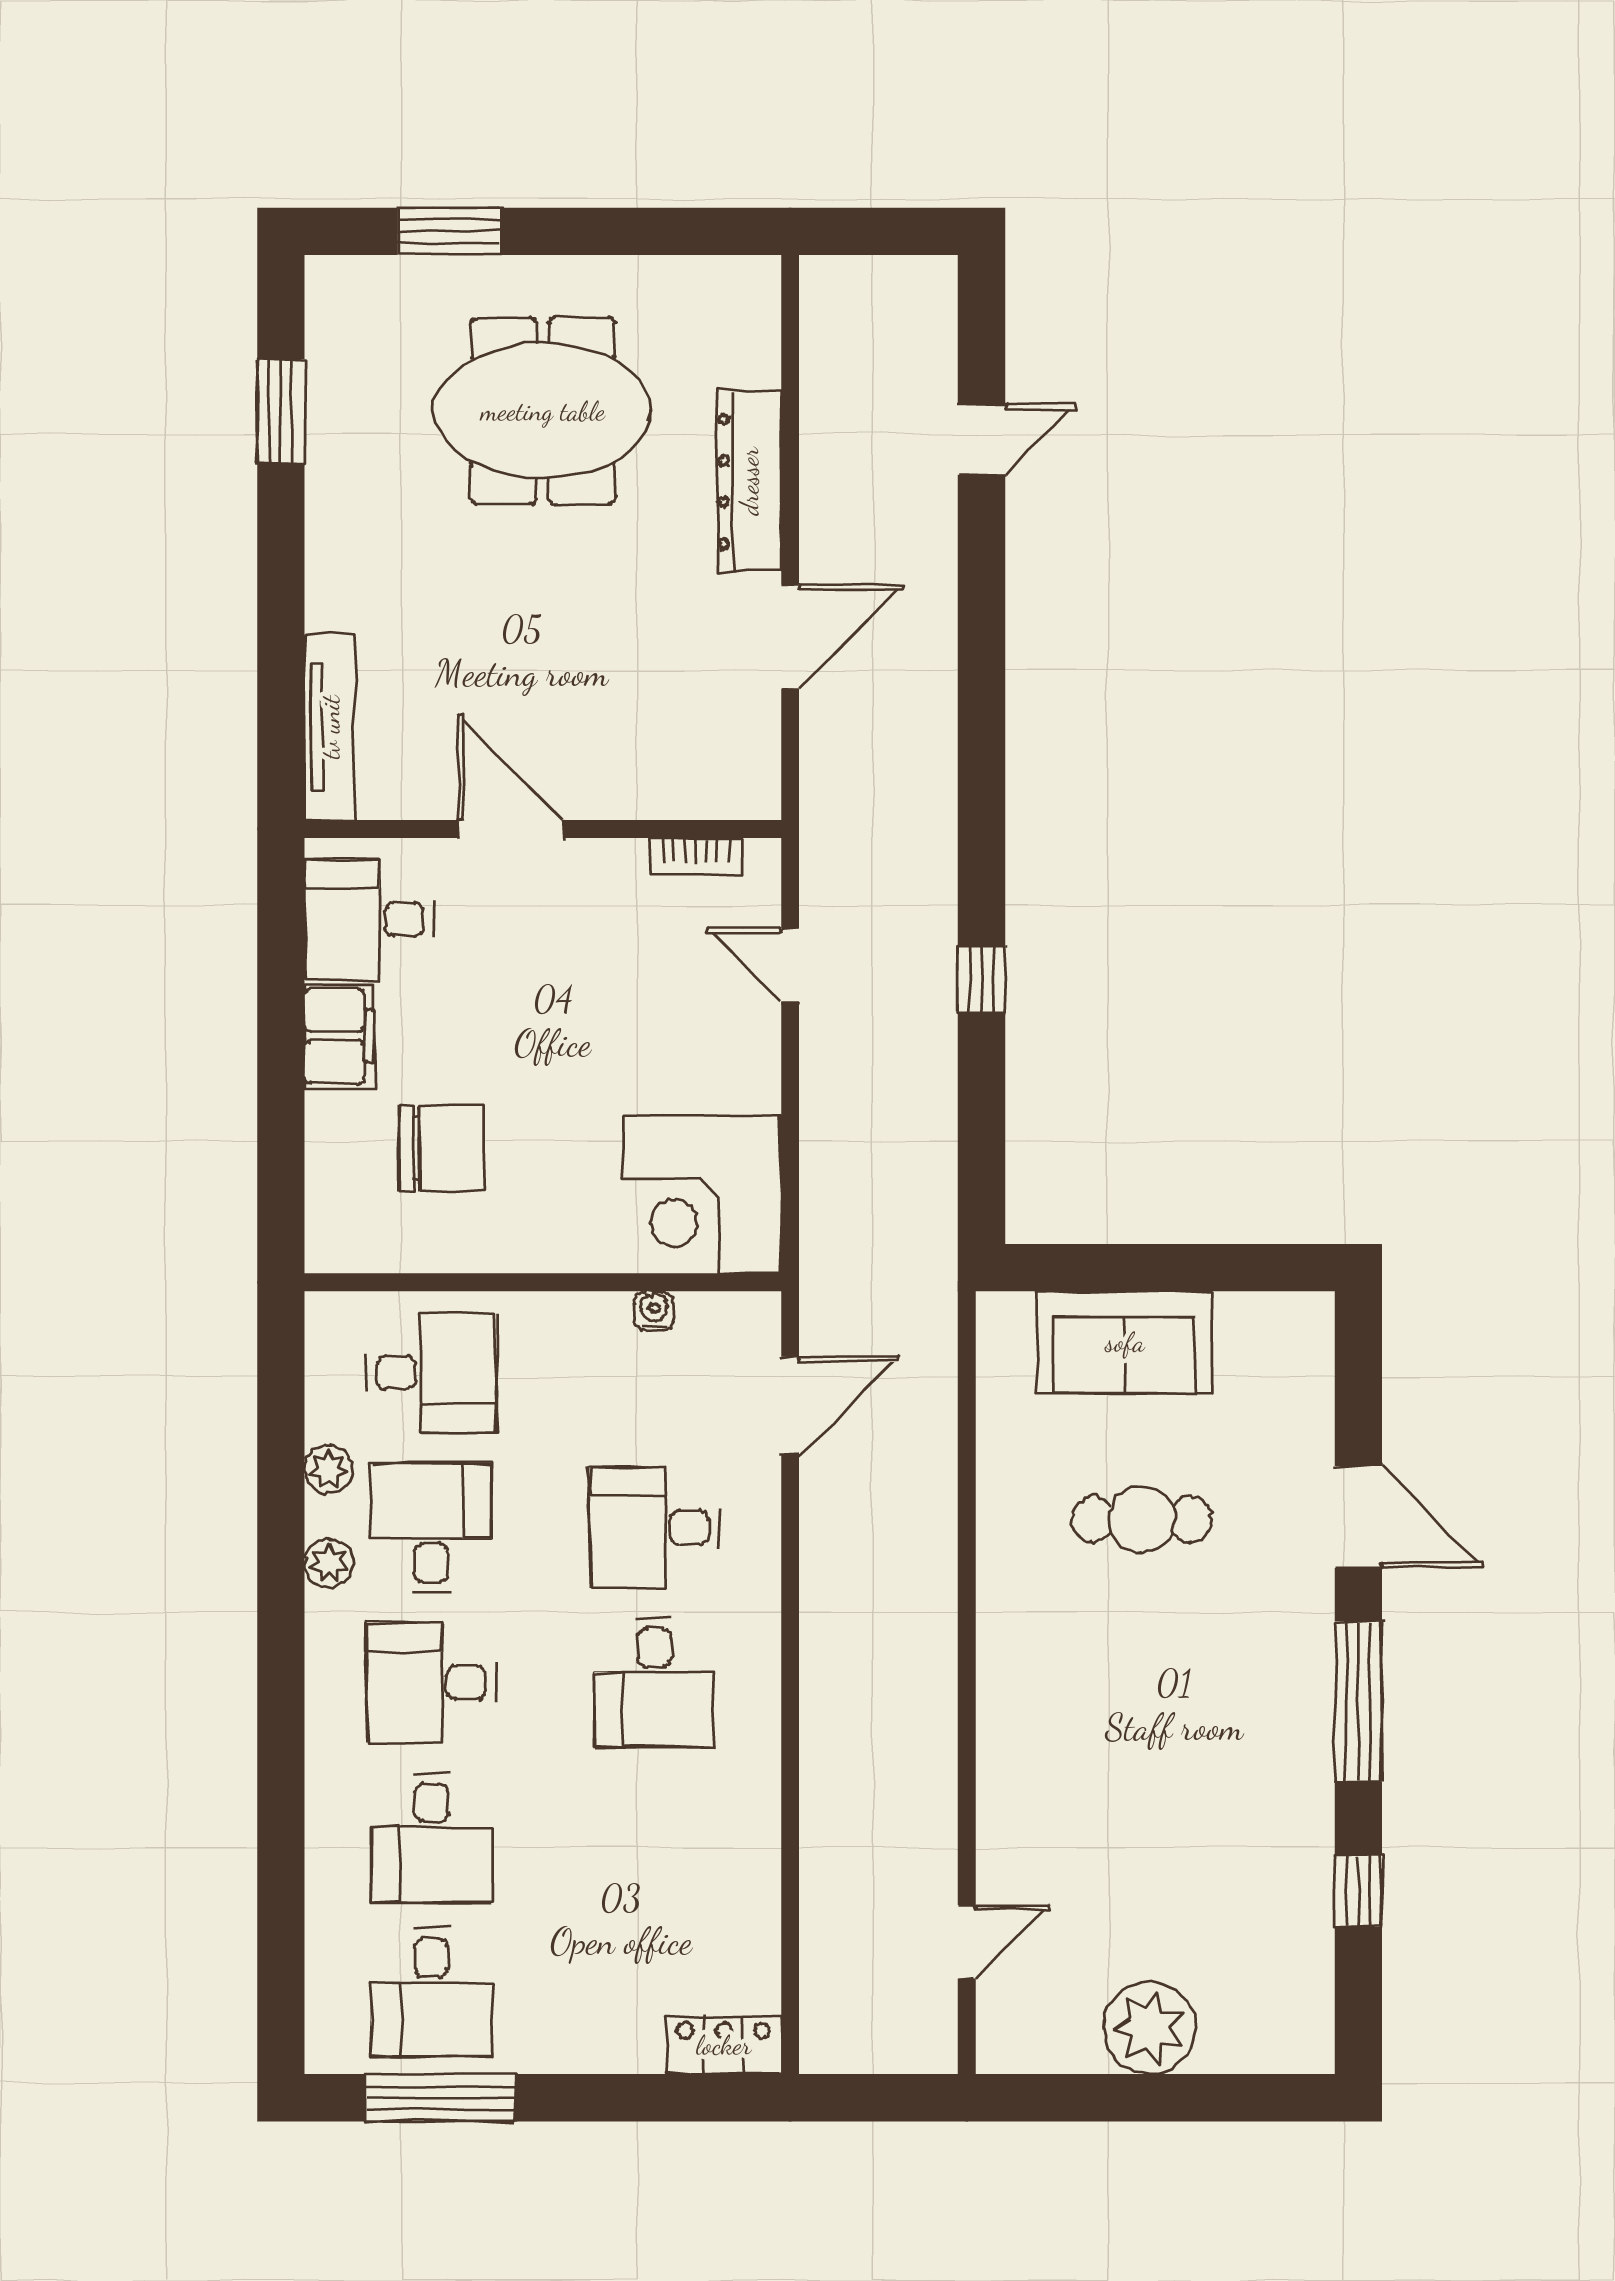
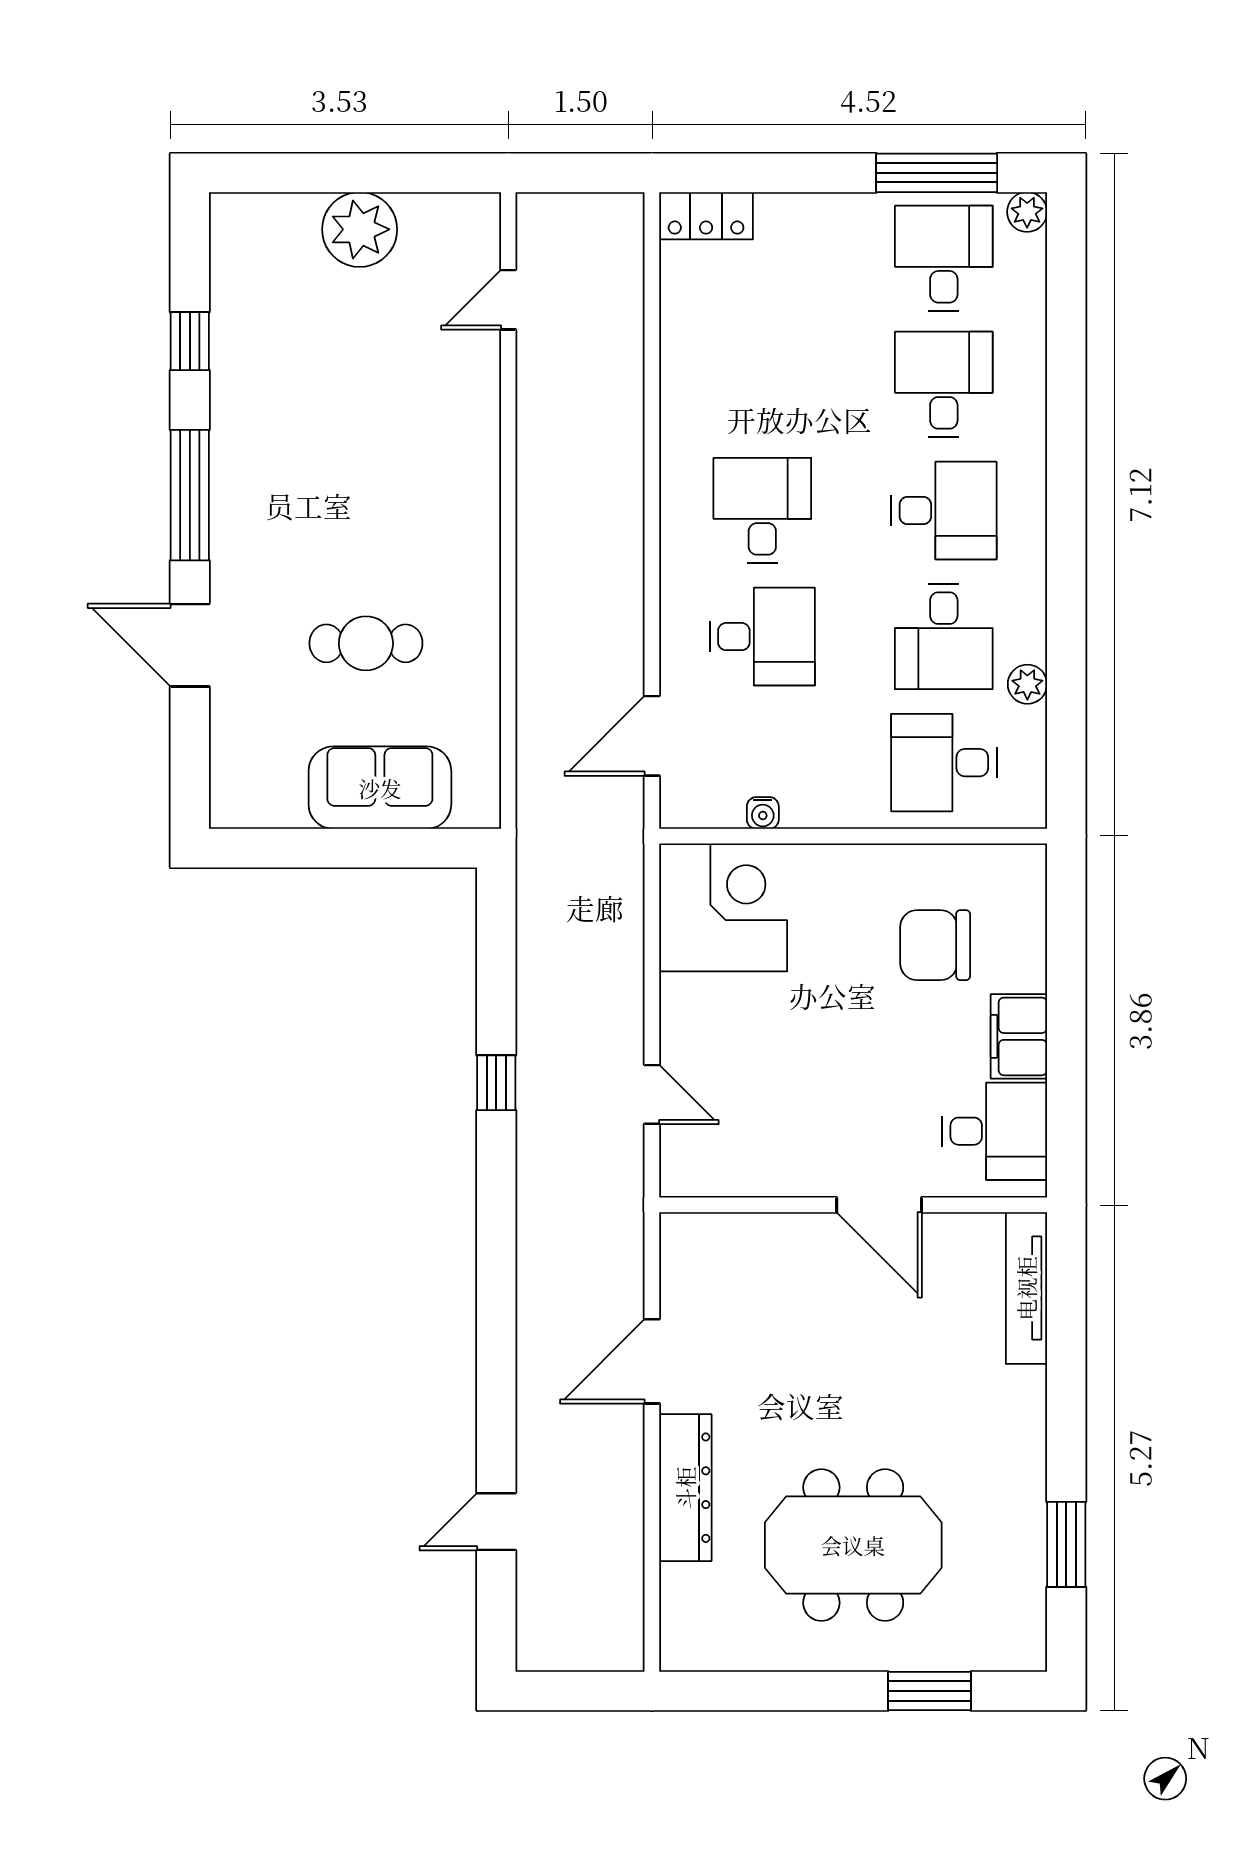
bookcase: (696, 856) -> (728, 1183), removed
plant: (329, 1563) -> (1027, 212), moved

